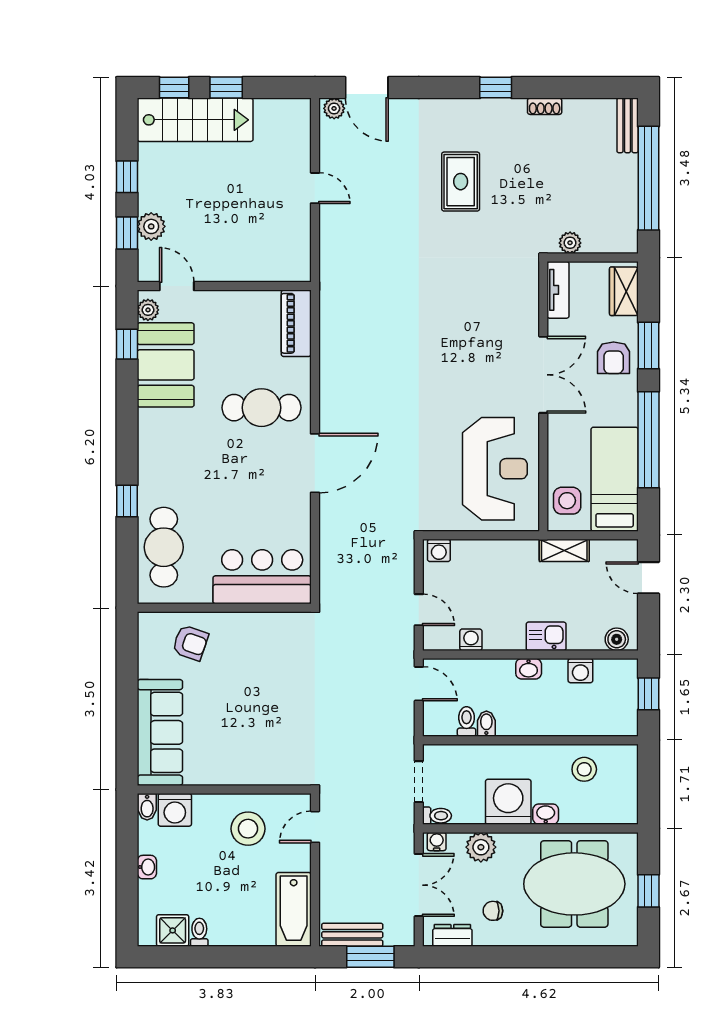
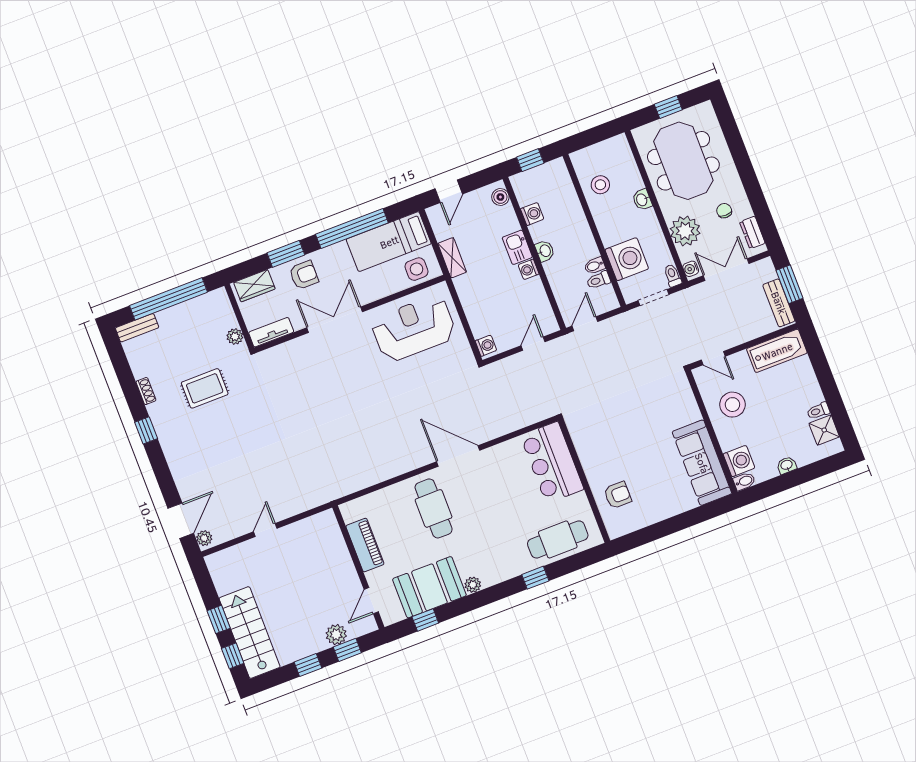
rug: (461, 182) -> (205, 388), moved
plant: (148, 310) -> (473, 585), moved
piano: (296, 323) -> (365, 545), moved, turned -90
washing machine: (471, 640) -> (529, 269), moved
armchair: (190, 643) -> (618, 495), turned 71
sofa: (160, 732) -> (702, 463), moved, turned -90
washing machine: (508, 802) -> (627, 259), moved, turned 180
plant: (481, 847) -> (685, 231), width x1.36, depth x1.36
chair: (493, 911) -> (724, 211), turned 180

